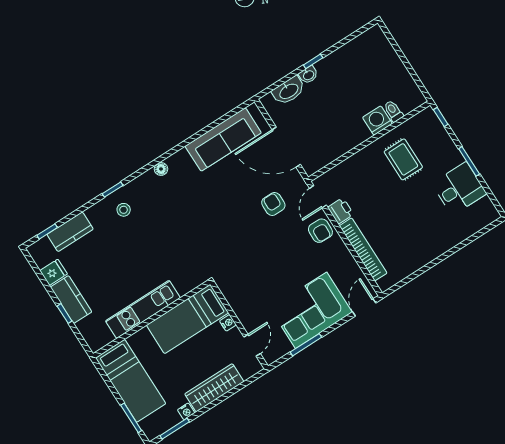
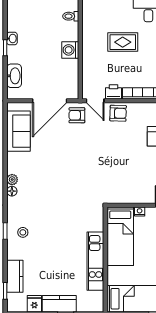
washbasin: (308, 75) -> (12, 39), moved
washing machine: (377, 121) -> (70, 50), moved
sofa: (223, 139) -> (19, 131), width x0.73
rug: (403, 159) -> (123, 42), moved
plant: (174, 161) -> (12, 180), added
armchair: (273, 204) -> (77, 115), moved

